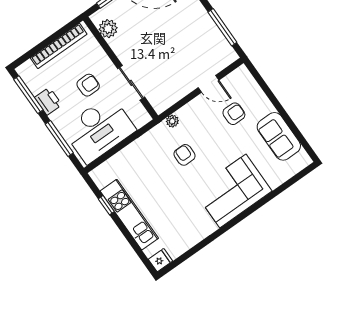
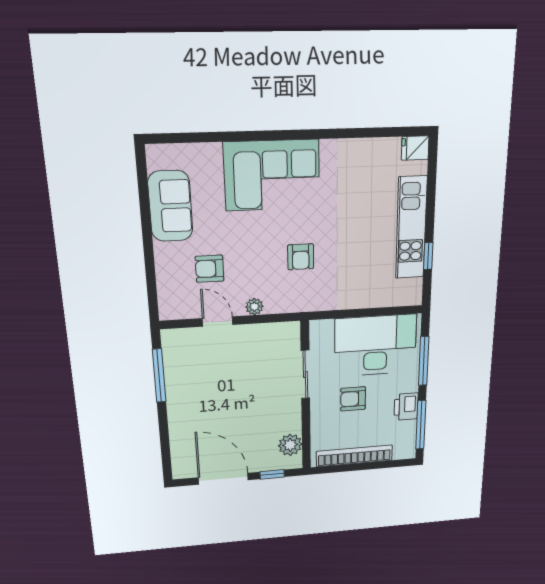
plant: (172, 121) -> (254, 307), moved

